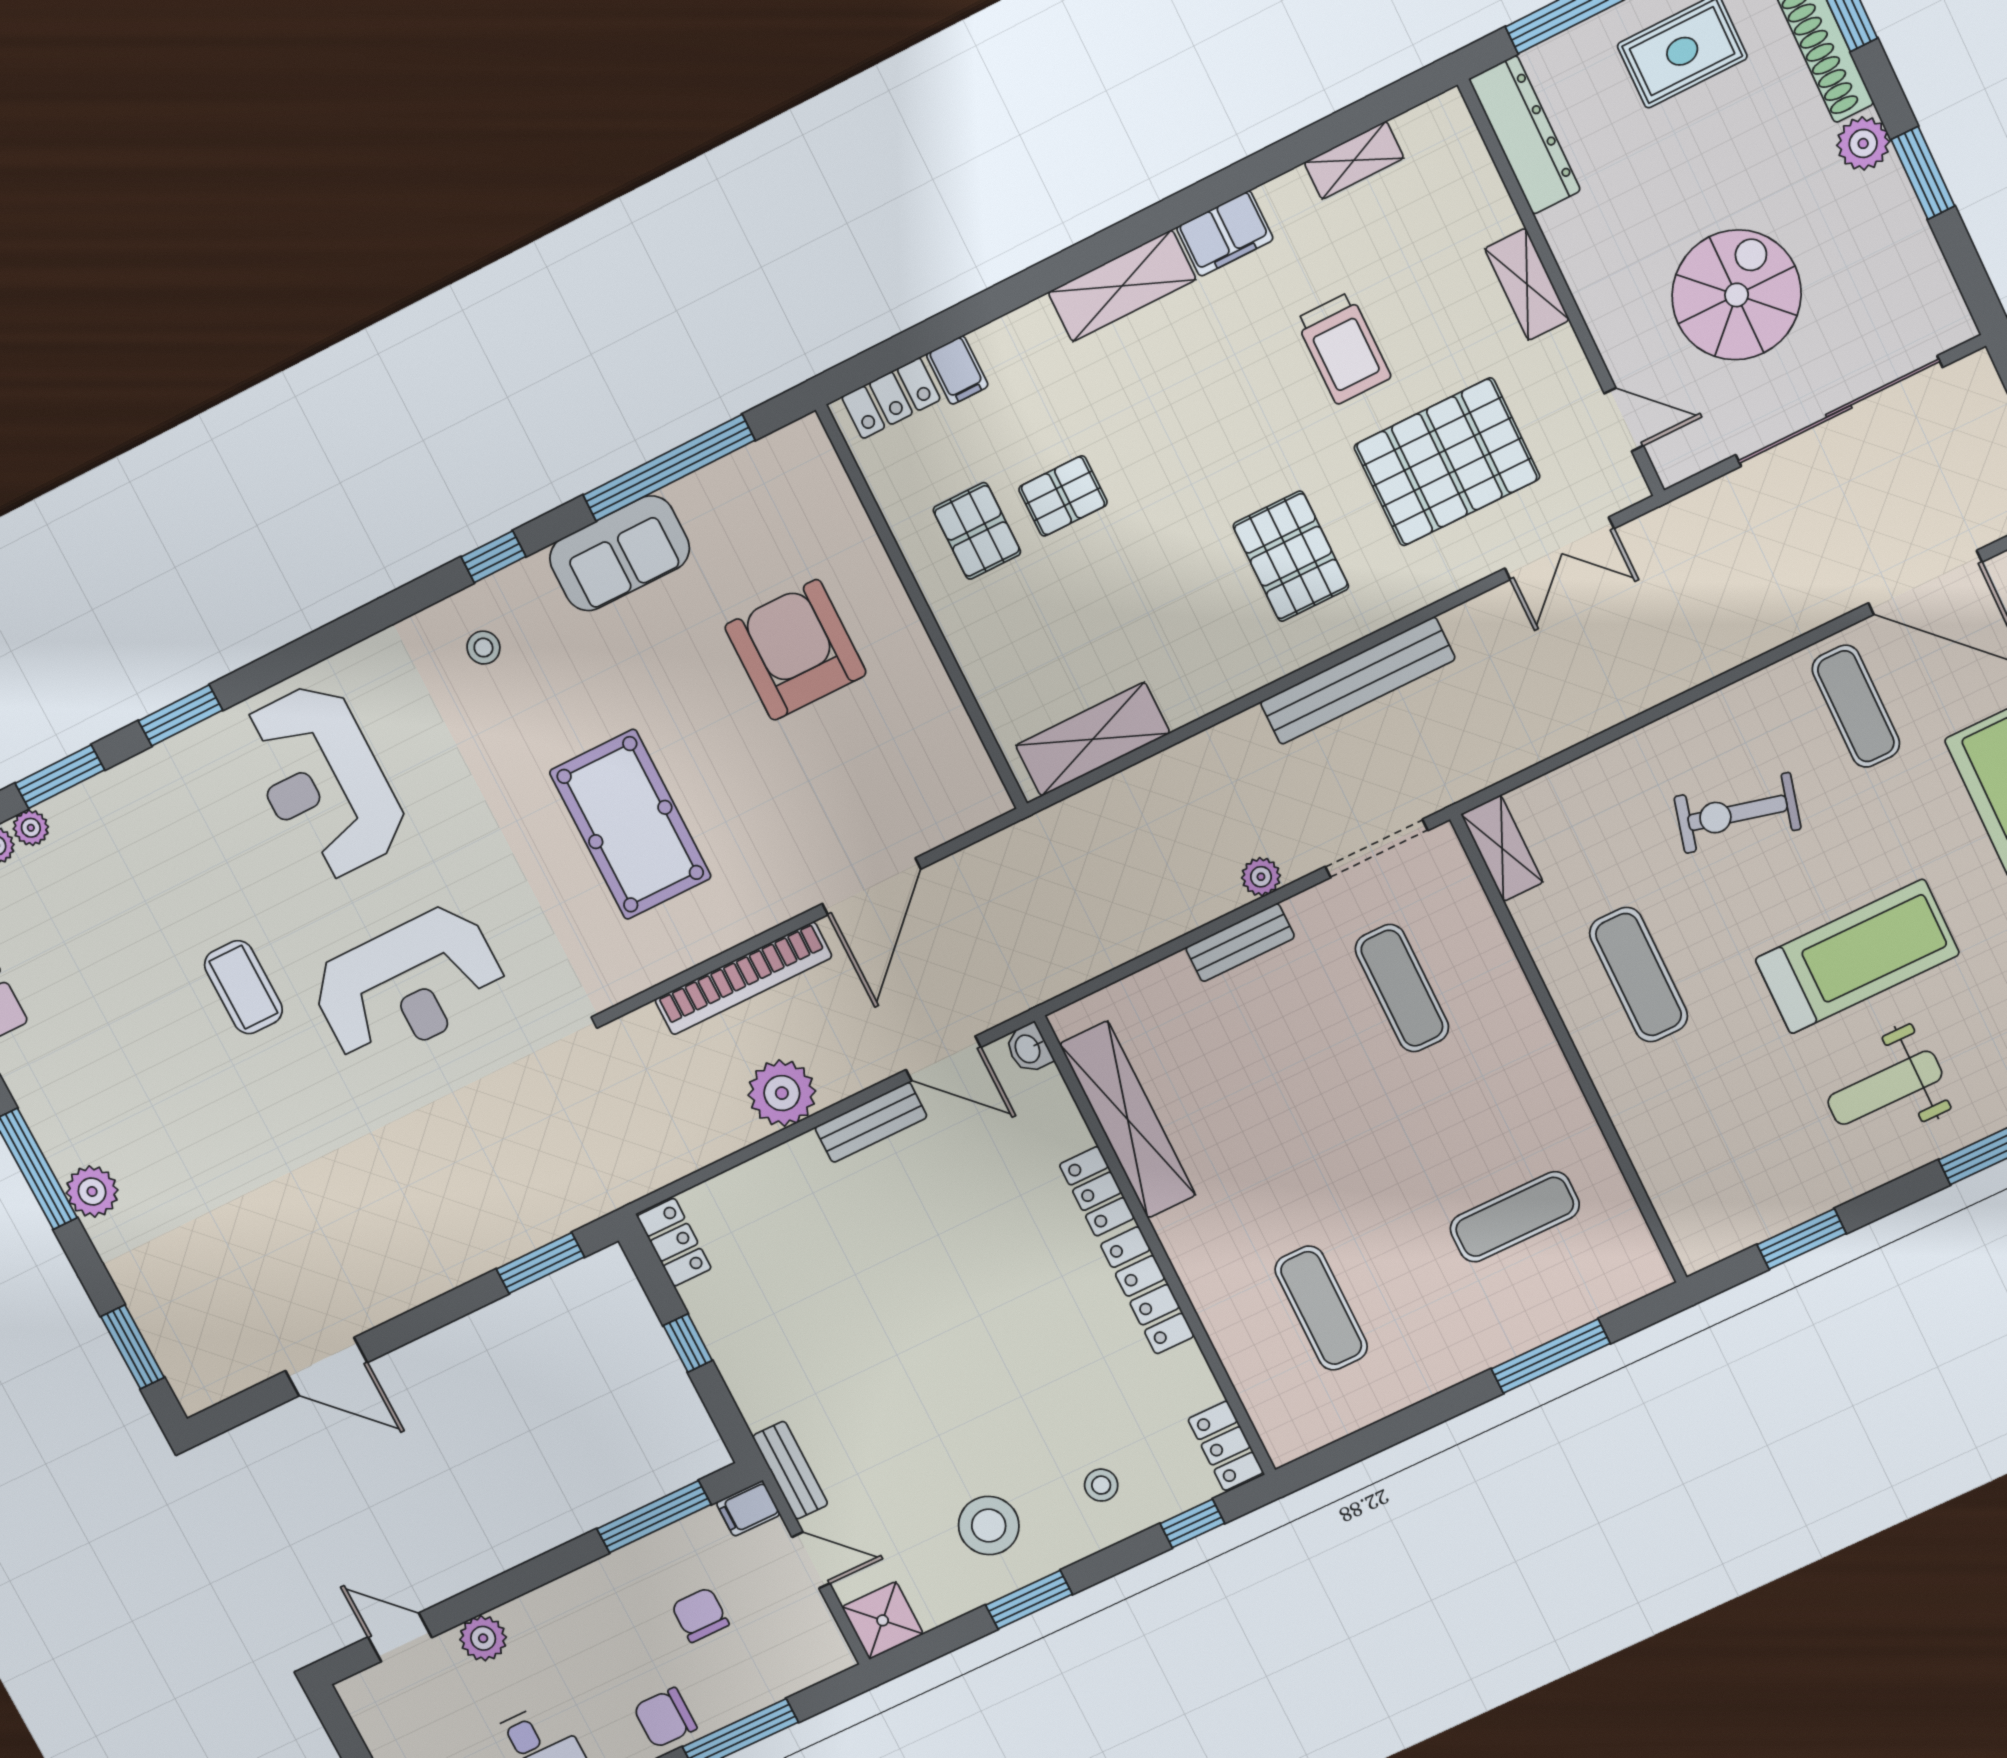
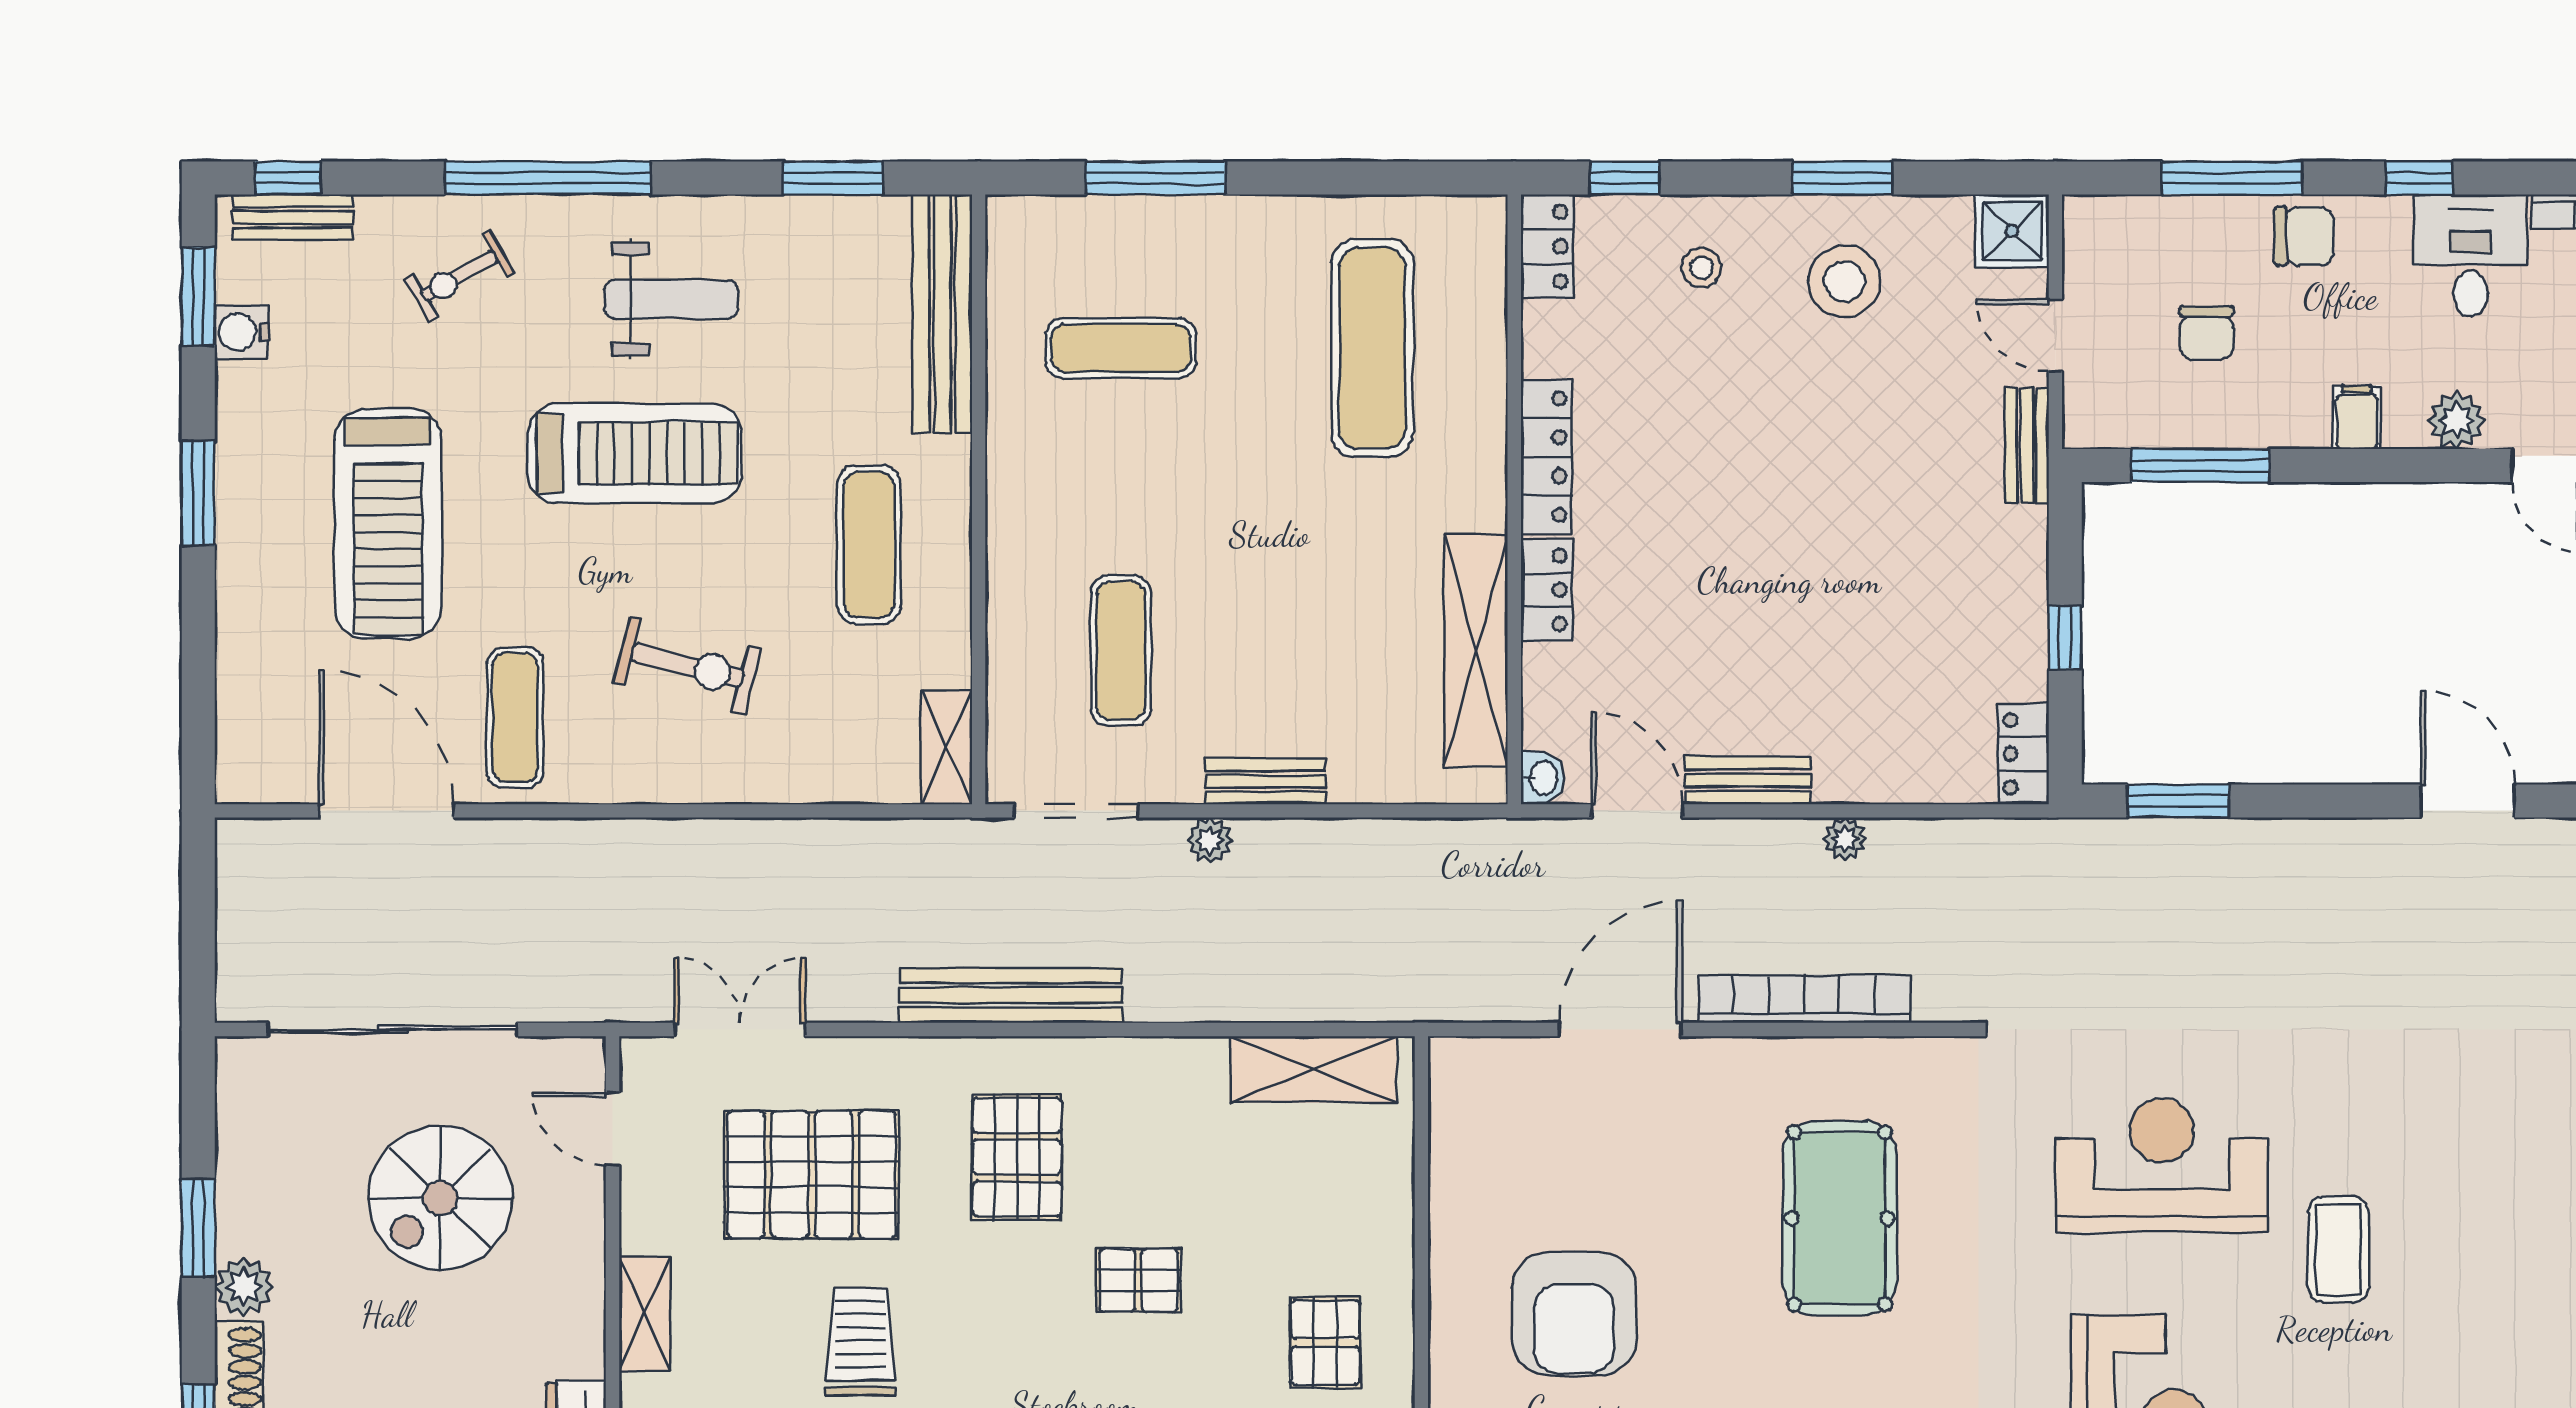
pallet: (1063, 496) -> (1139, 1280), moved
treadmill: (1857, 957) -> (635, 453), turned 180
plant: (782, 1093) -> (1845, 839), width x0.53, depth x0.53
bench: (1666, 1177) -> (942, 314), added
exercise mat: (1321, 1308) -> (1372, 348), width x1.36, depth x1.45
filing cabinet: (748, 1509) -> (2357, 417), moved, turned -90

